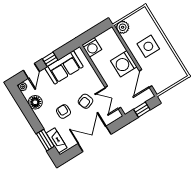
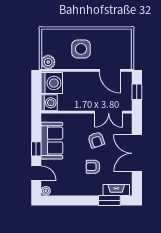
washing machine: (124, 64) -> (52, 83), moved, turned -90
floor lamp: (35, 102) -> (68, 188), removed

